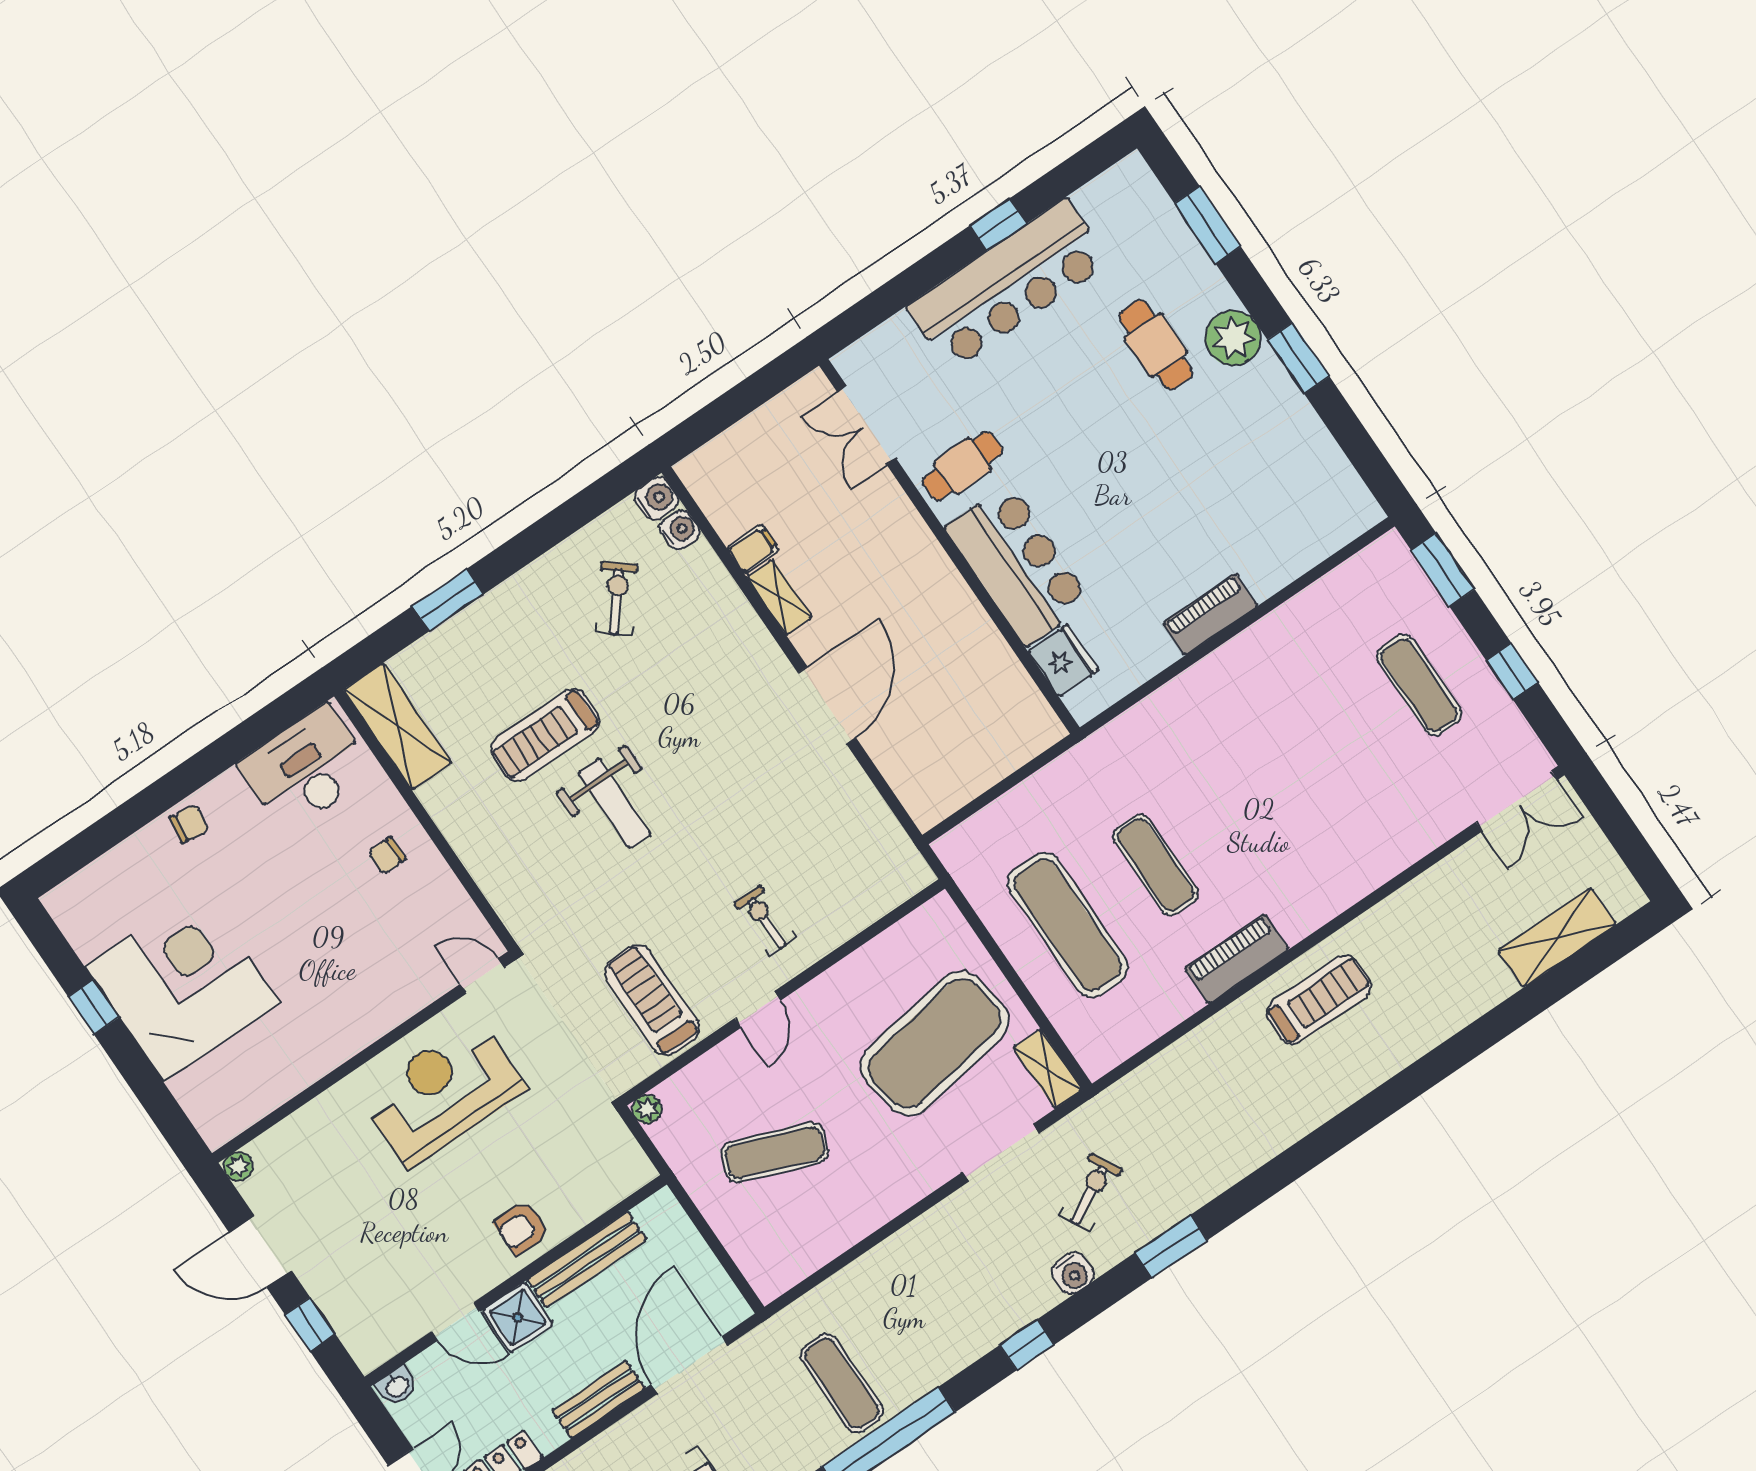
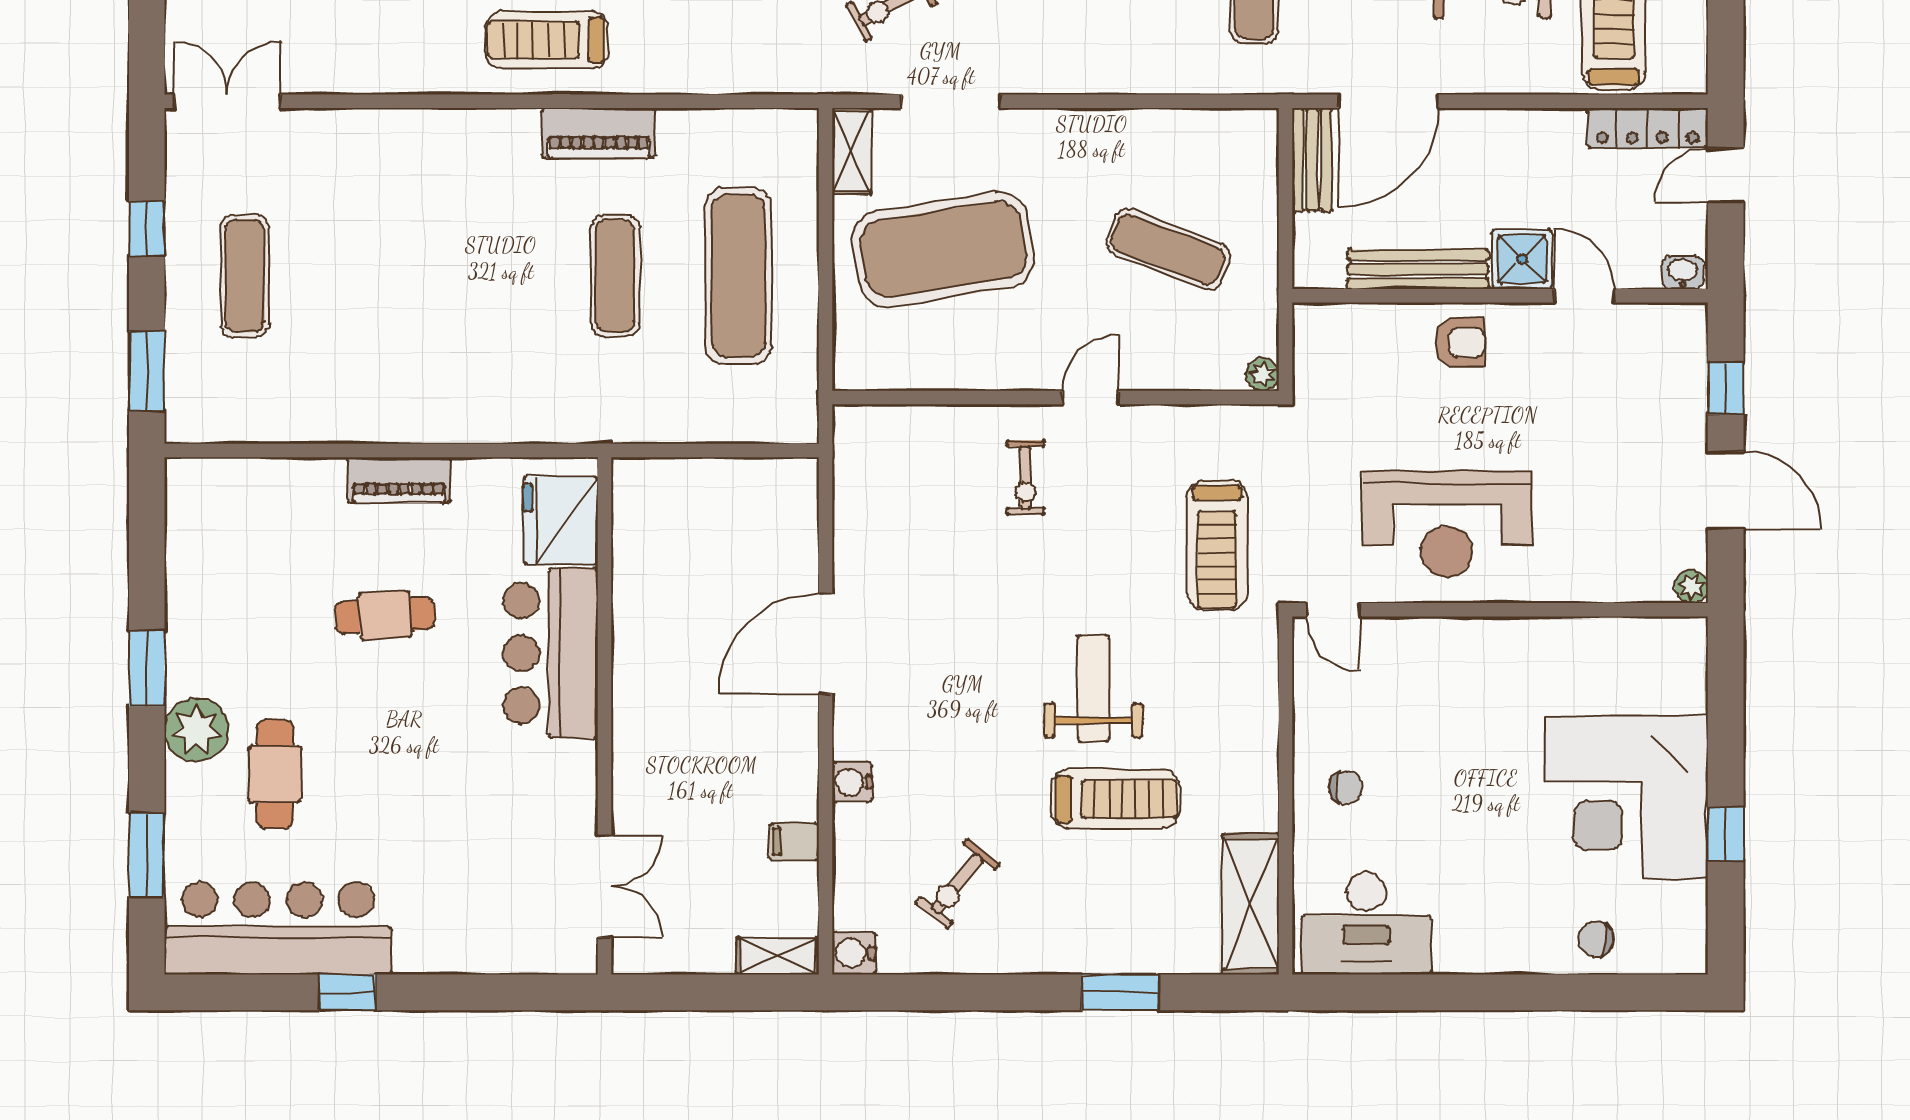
bar counter: (1008, 285) -> (278, 928), moved
cafe table: (962, 466) -> (385, 615), moved
water cooler: (680, 530) -> (852, 782), moved
shelving: (779, 597) -> (778, 956), moved, turned 90
fridge: (1063, 661) -> (561, 520), width x1.36, depth x1.34
chair: (189, 824) -> (1595, 939), moved
treadmill: (652, 1000) -> (1217, 545), moved
bench: (599, 1399) -> (1312, 160), moved, turned 90

